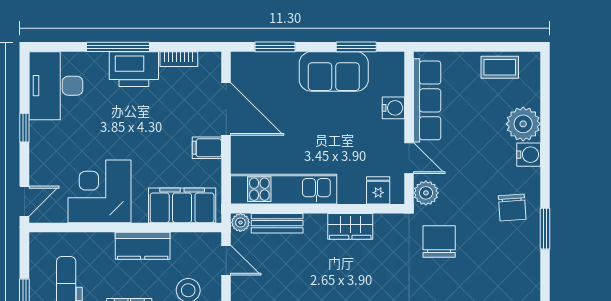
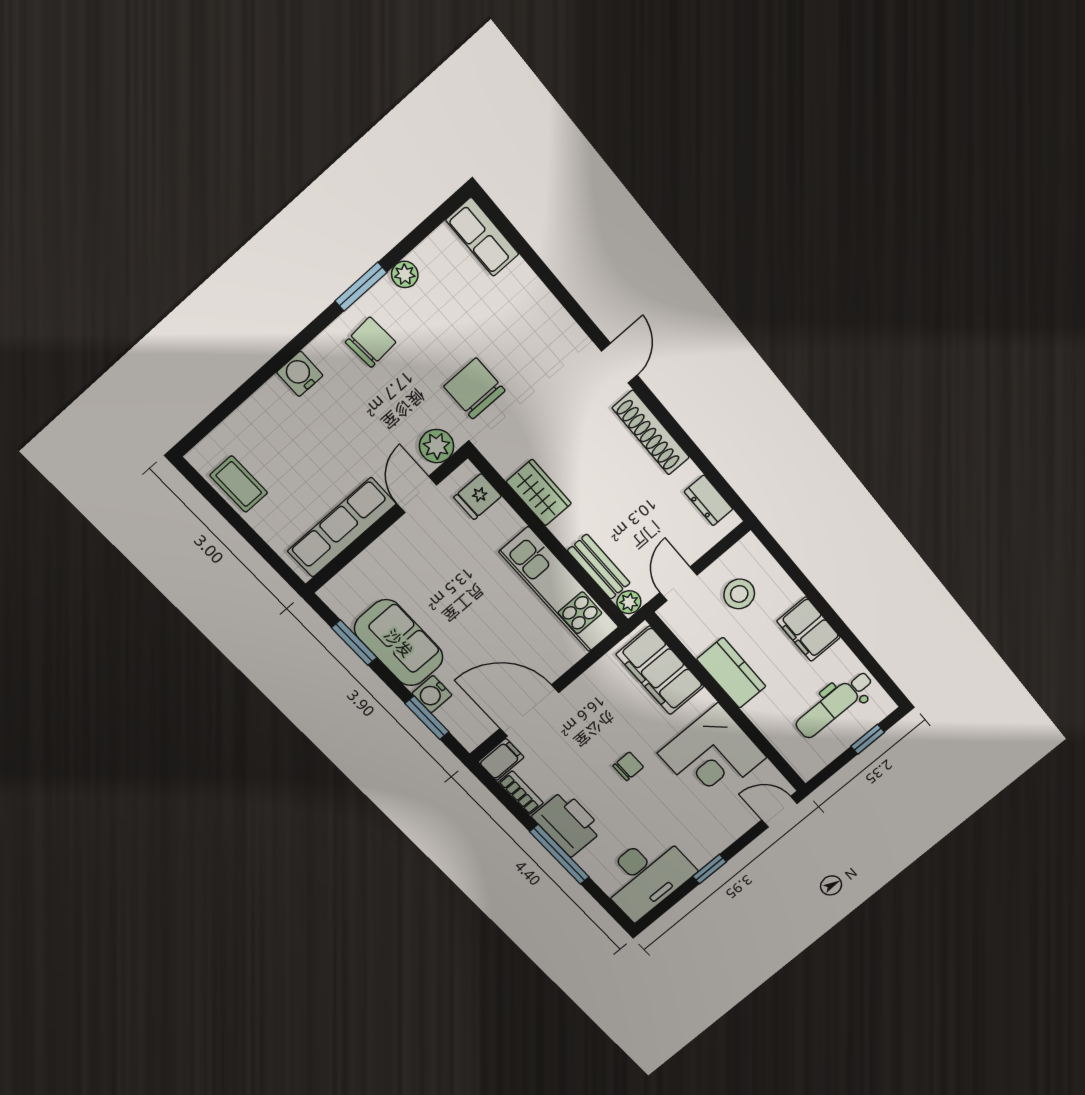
water cooler: (393, 108) -> (432, 694), moved, turned -90
door: (226, 109) -> (529, 710), hinge flipped
plant: (523, 124) -> (405, 274), moved, width x0.53, depth x0.53
chair: (138, 136) -> (628, 766), added
filing cabinet: (207, 148) -> (501, 759), moved, turned -90
chair: (439, 241) -> (475, 388), turned 90

